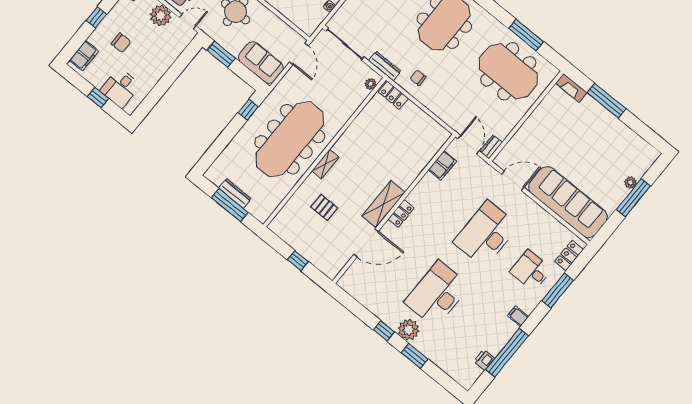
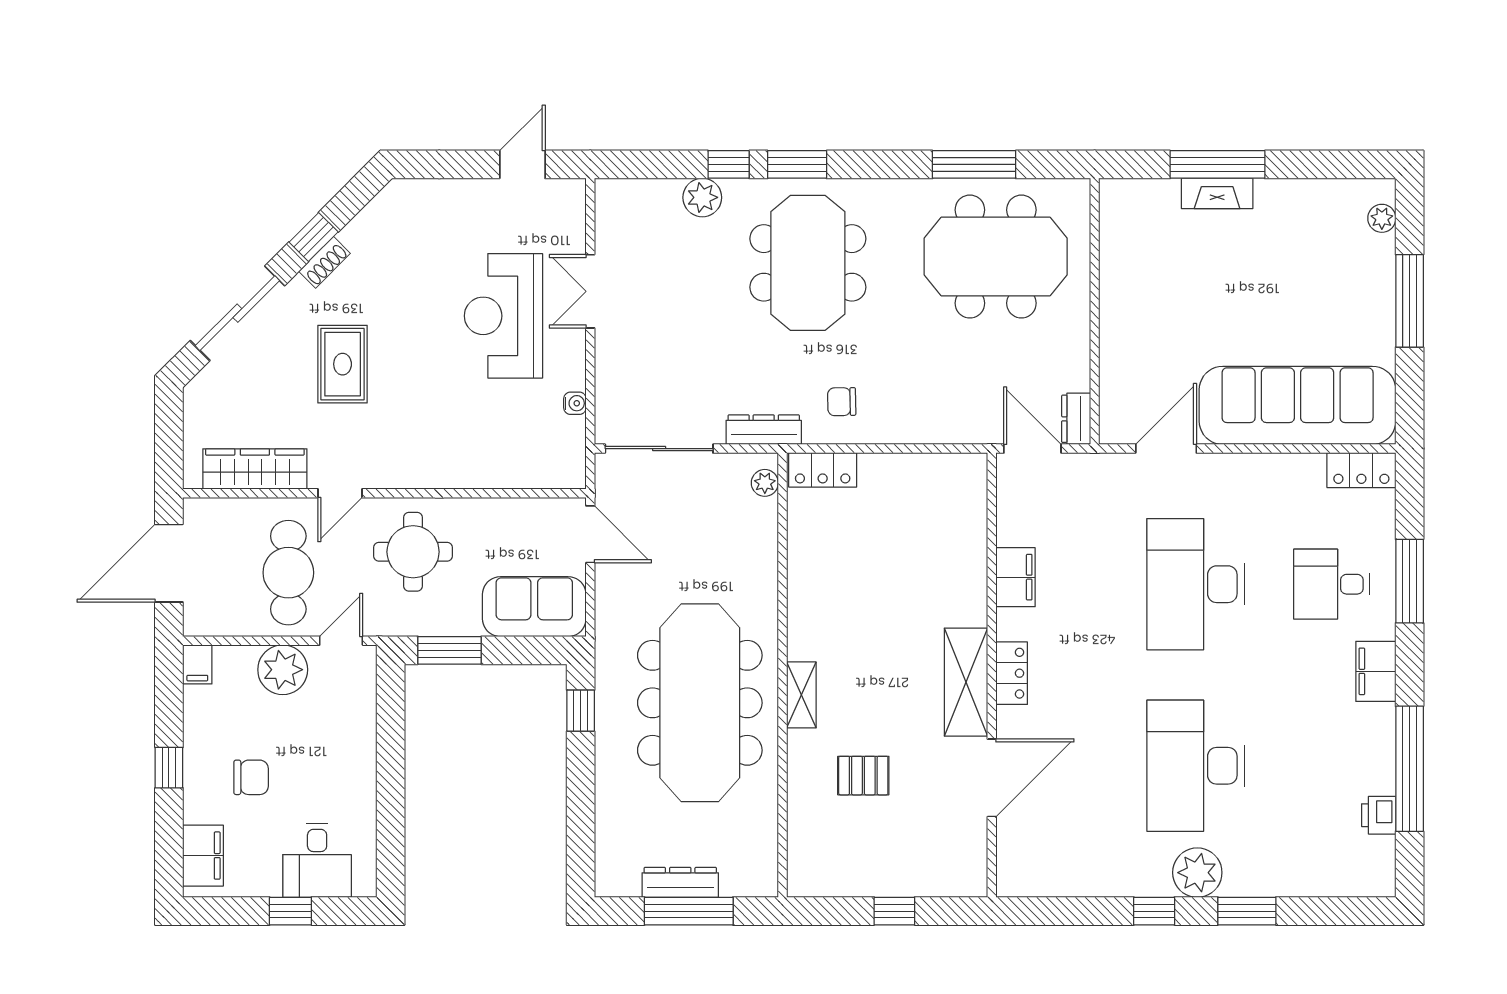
fireplace: (571, 88) -> (1217, 193), moved
filing cabinet: (442, 165) -> (1015, 577), moved
plant: (630, 183) -> (1382, 218), moved
locker: (569, 256) -> (1361, 470), moved, turned -90
filing cabinet: (518, 316) -> (1376, 671), width x2.00

